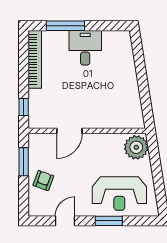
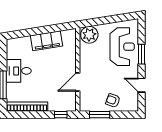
filing cabinet: (128, 87) -> (47, 41), added
door: (69, 131) -> (78, 82), swing flipped

